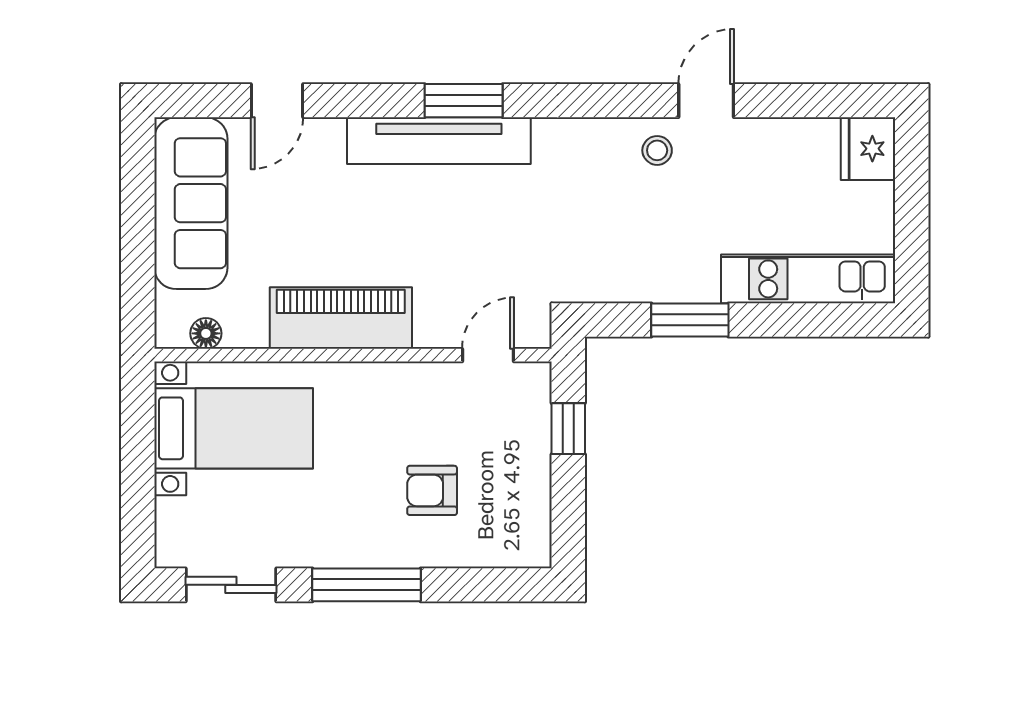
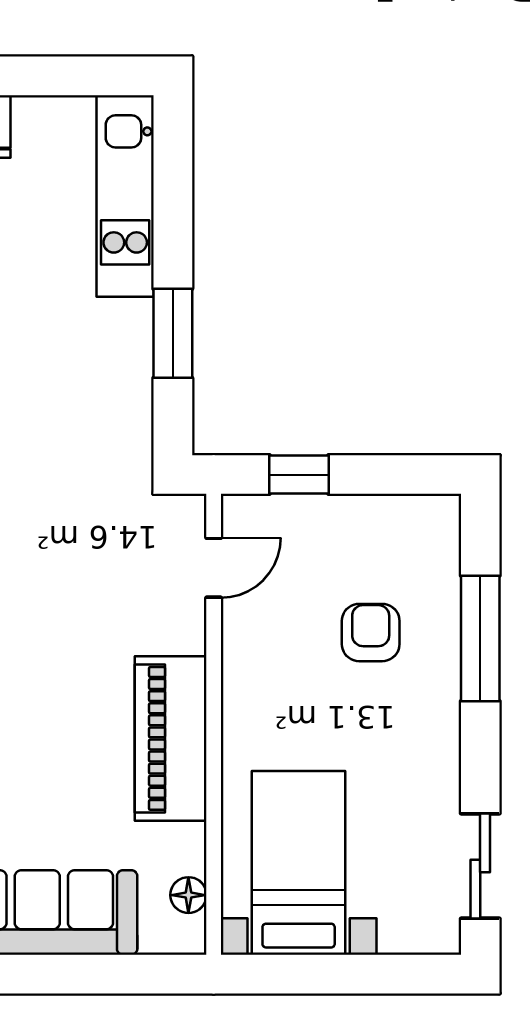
door: (488, 355) -> (214, 568), swing flipped
armchair: (432, 490) -> (371, 633), turned 180
window: (366, 585) -> (480, 638), moved

